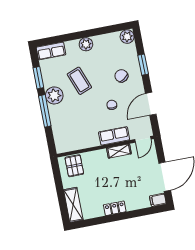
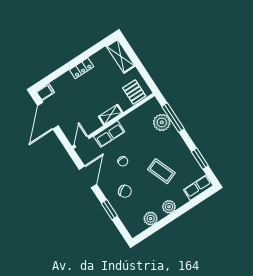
plant: (127, 37) -> (151, 219), moved
plant: (54, 95) -> (162, 122), moved
window: (45, 111) -> (173, 118), moved
shelving: (119, 151) -> (111, 115), moved

